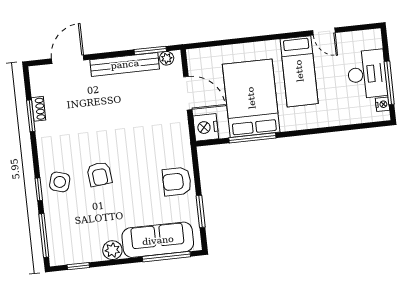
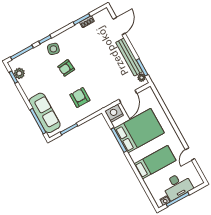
door: (68, 59) -> (119, 26), hinge flipped
bed: (299, 71) -> (155, 162), moved, turned 180
armchair: (177, 182) -> (80, 97), moved
plant: (112, 250) -> (19, 73), moved

